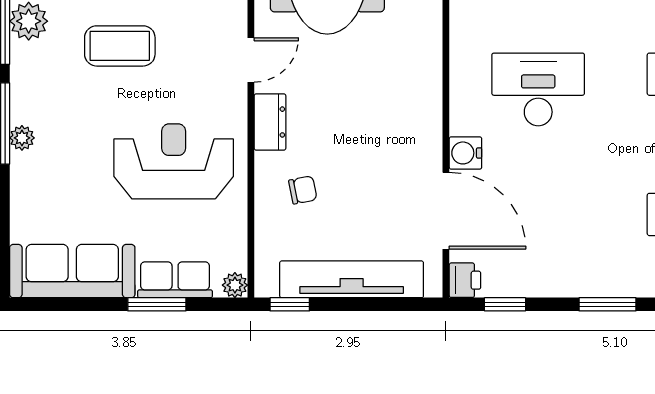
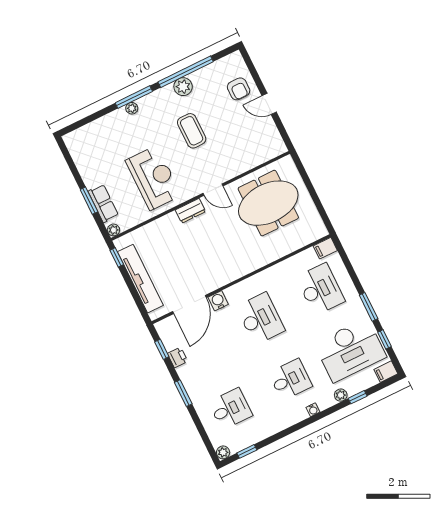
chair: (303, 190) -> (168, 239), removed
sofa: (72, 271) -> (85, 158), removed
printer: (465, 280) -> (178, 357), moved, turned -90

